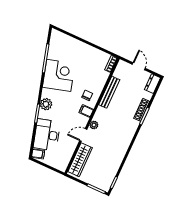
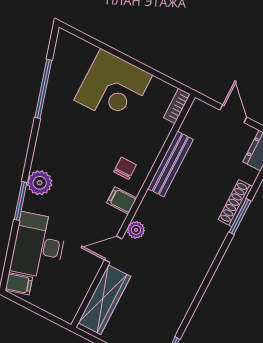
corner desk: (59, 75) -> (113, 88), moved, turned 106

